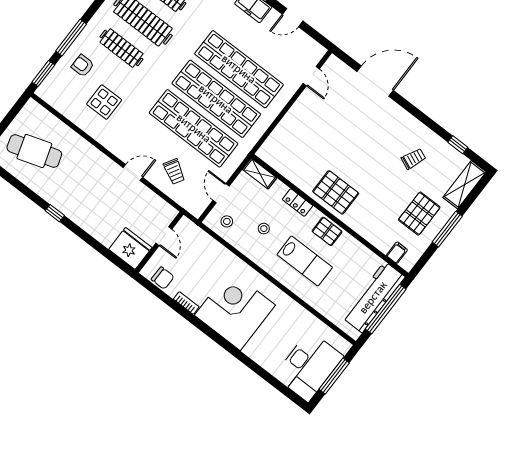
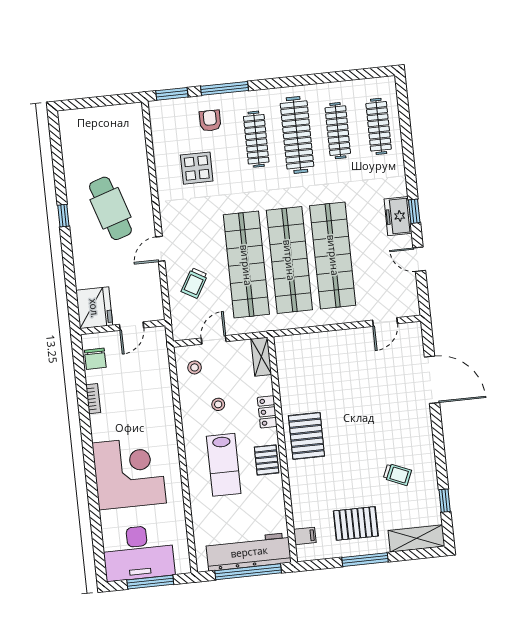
cafe table: (34, 151) -> (110, 208), moved
door: (133, 173) -> (160, 249), swing flipped
corner desk: (235, 310) -> (129, 473), moved

